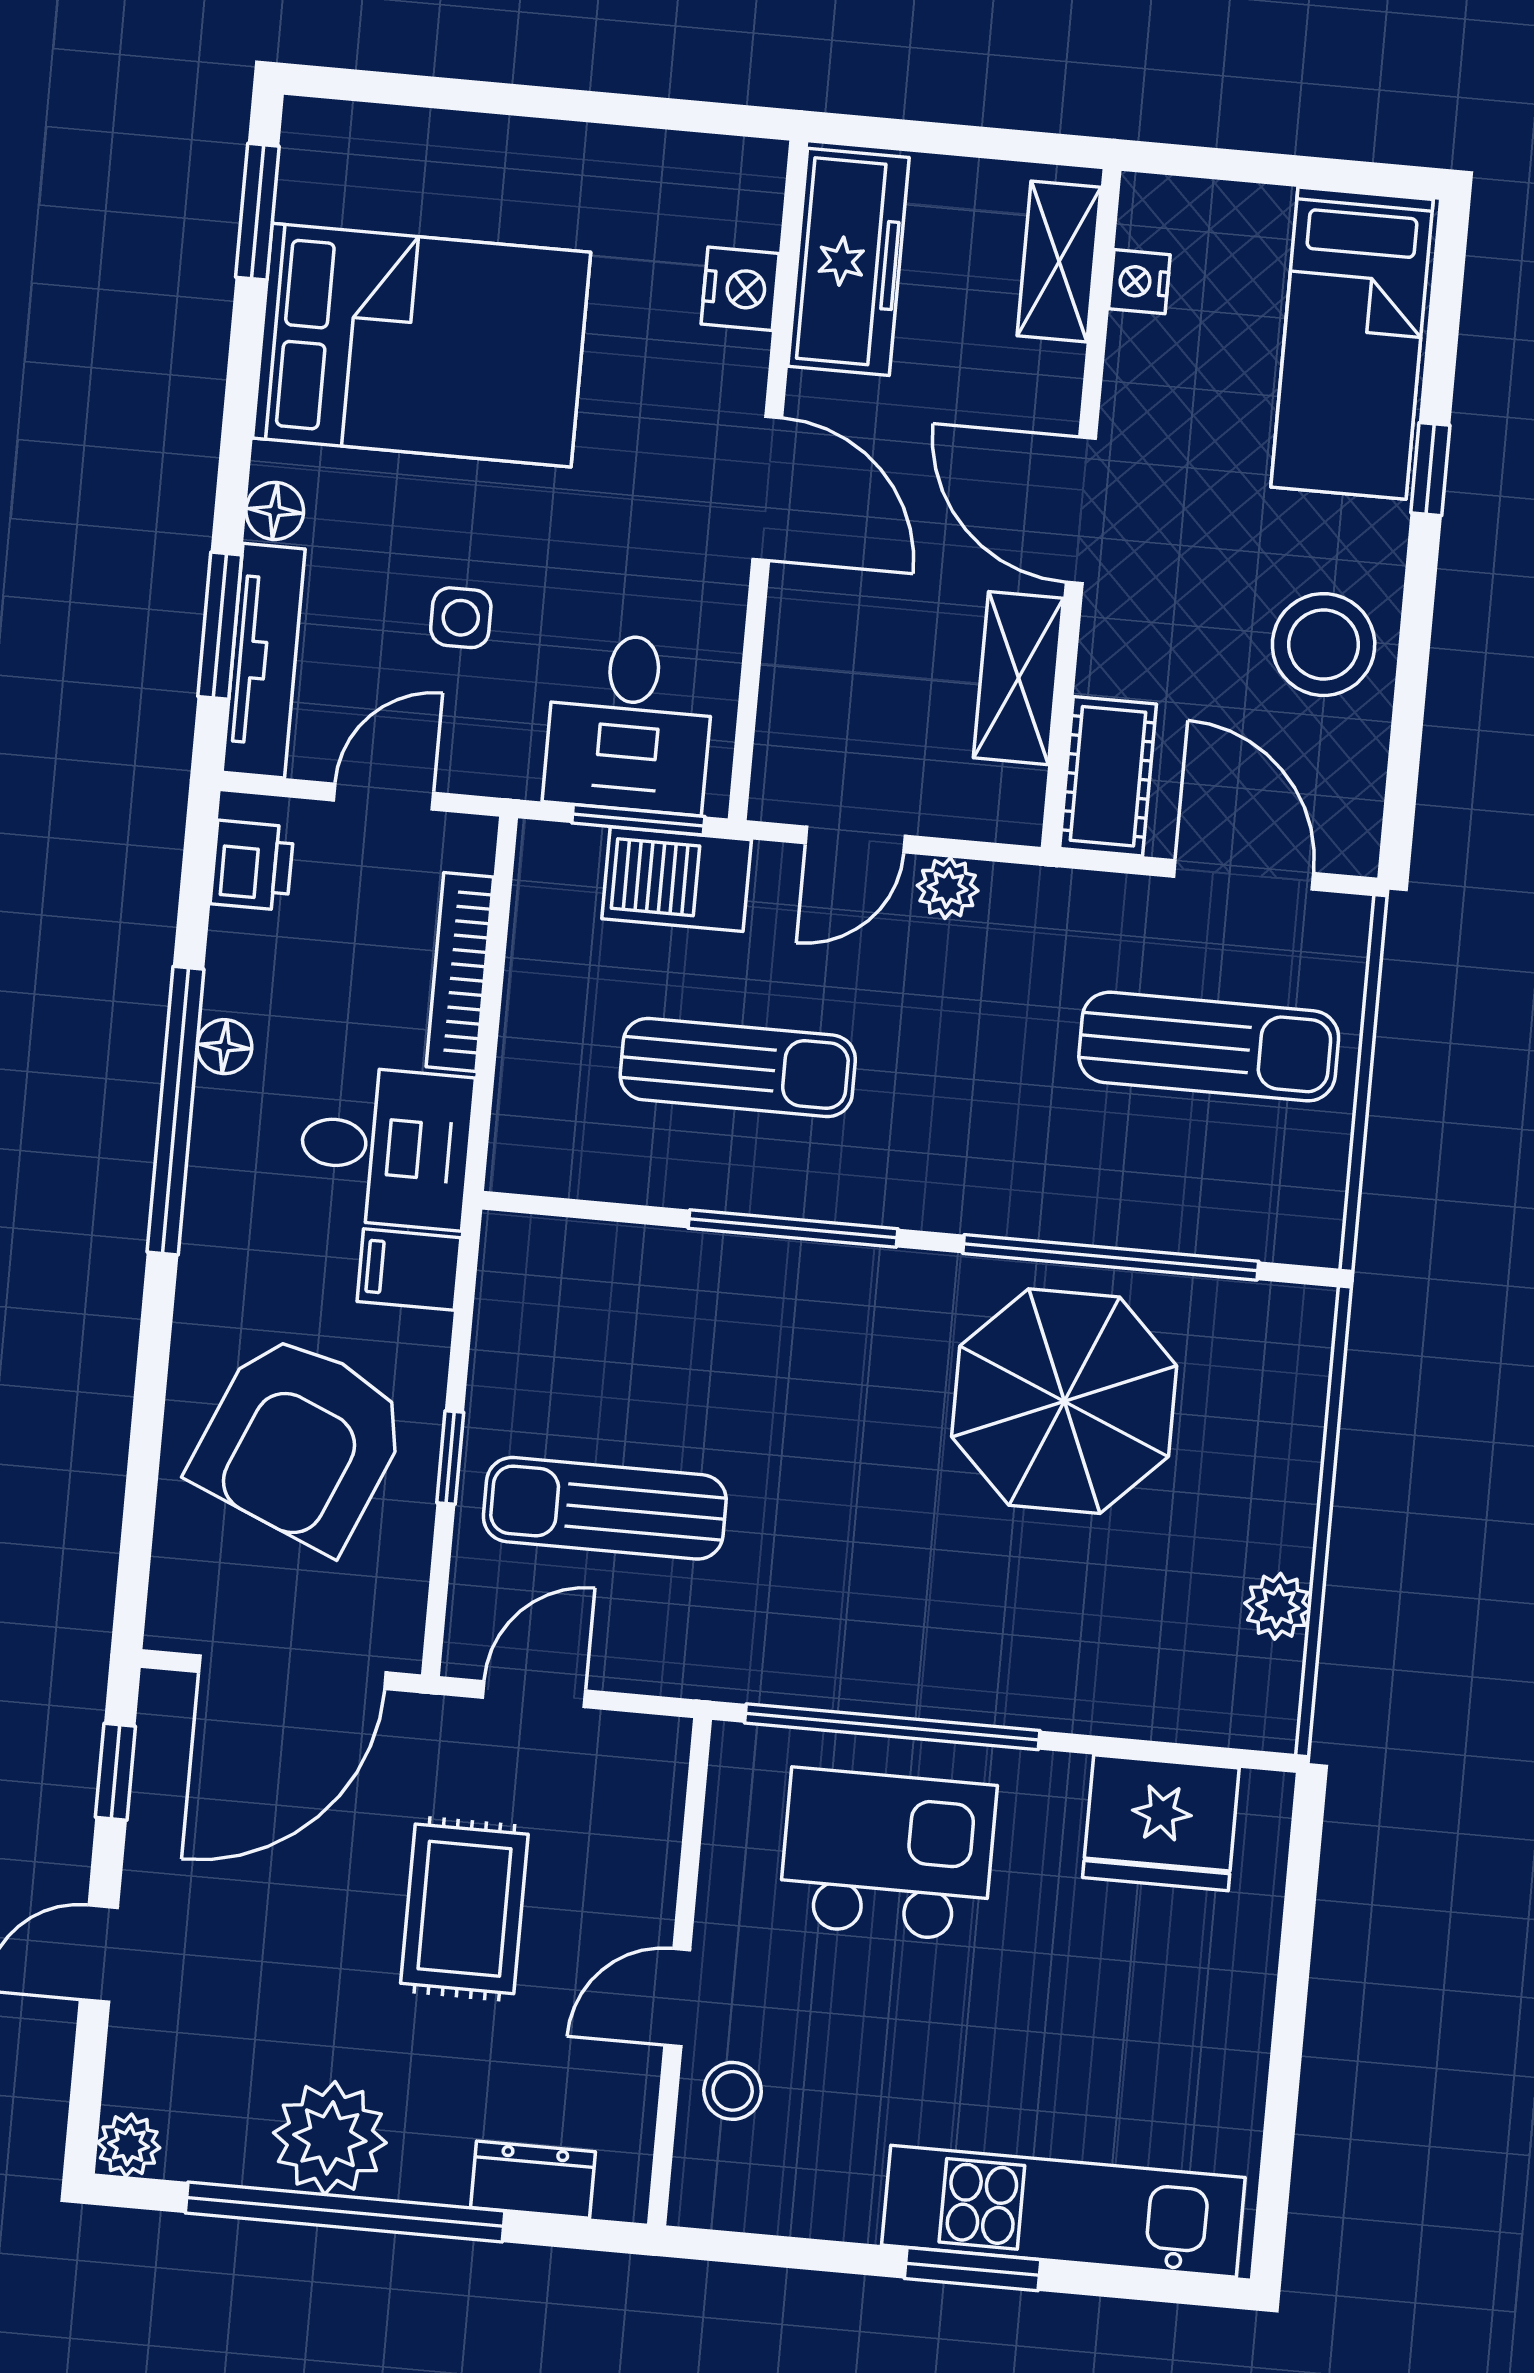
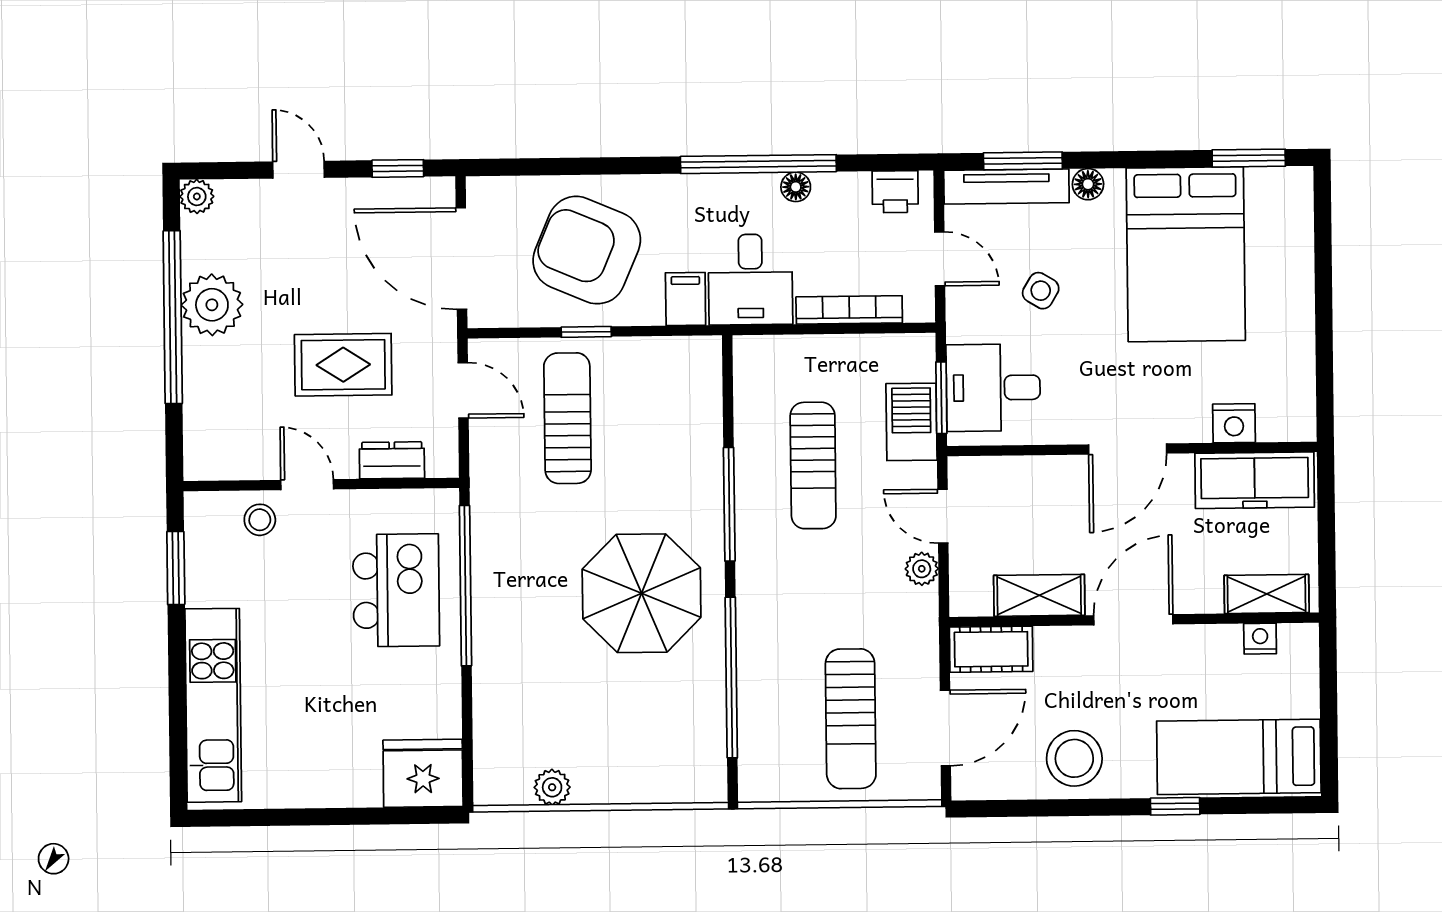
side table: (461, 618) -> (1041, 291), turned 31
parasol: (1064, 1401) -> (642, 593), moved
fridge: (1161, 1823) -> (423, 773), moved, turned 90
dresser: (533, 2180) -> (392, 460), moved, turned -90
window: (973, 2269) -> (176, 568), moved

